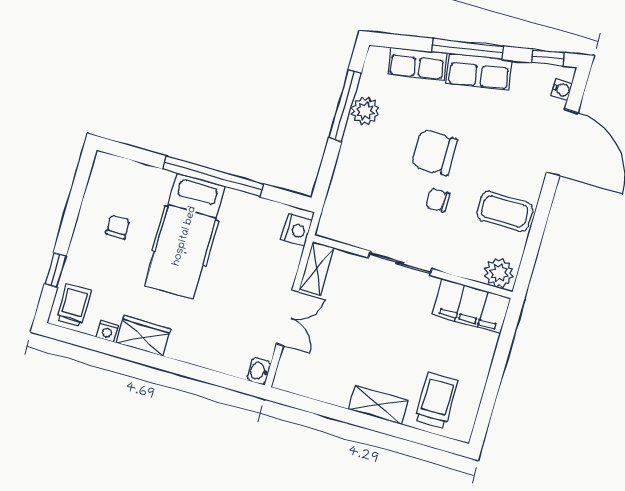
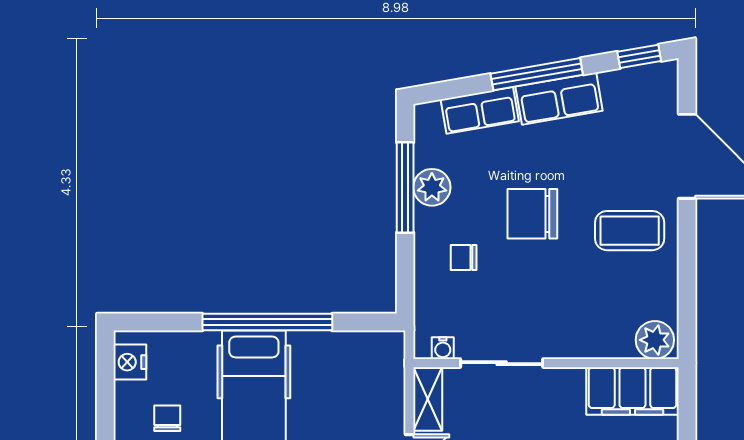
water cooler: (562, 90) -> (443, 348), moved, turned 90
chair: (438, 200) -> (464, 257), moved
coffee table: (505, 211) -> (630, 231), moved
nightstand: (296, 230) -> (130, 362), moved, turned 180
sliding door: (400, 263) -> (502, 363), moved

